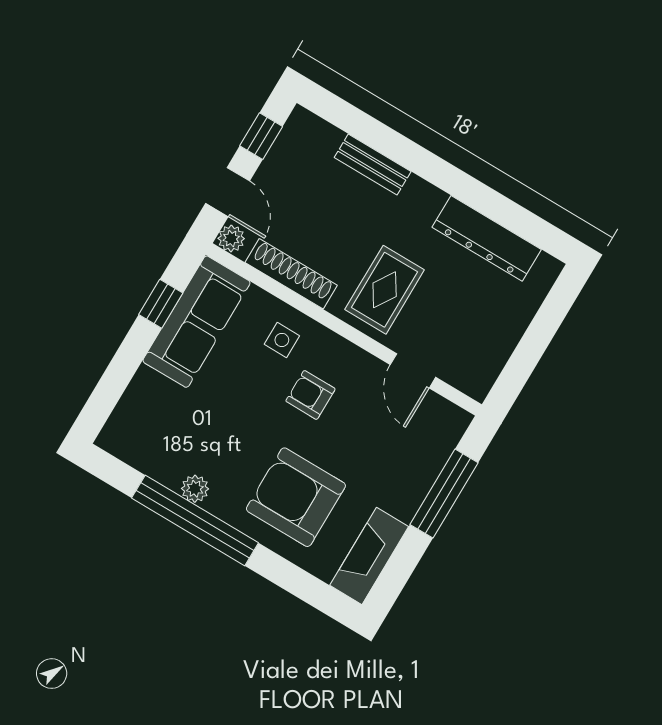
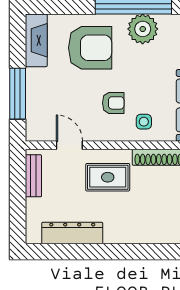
bench: (373, 165) -> (33, 176), moved, turned 90
rug: (385, 290) -> (108, 177), turned 90
plant: (195, 489) -> (143, 29), width x1.87, depth x1.87

